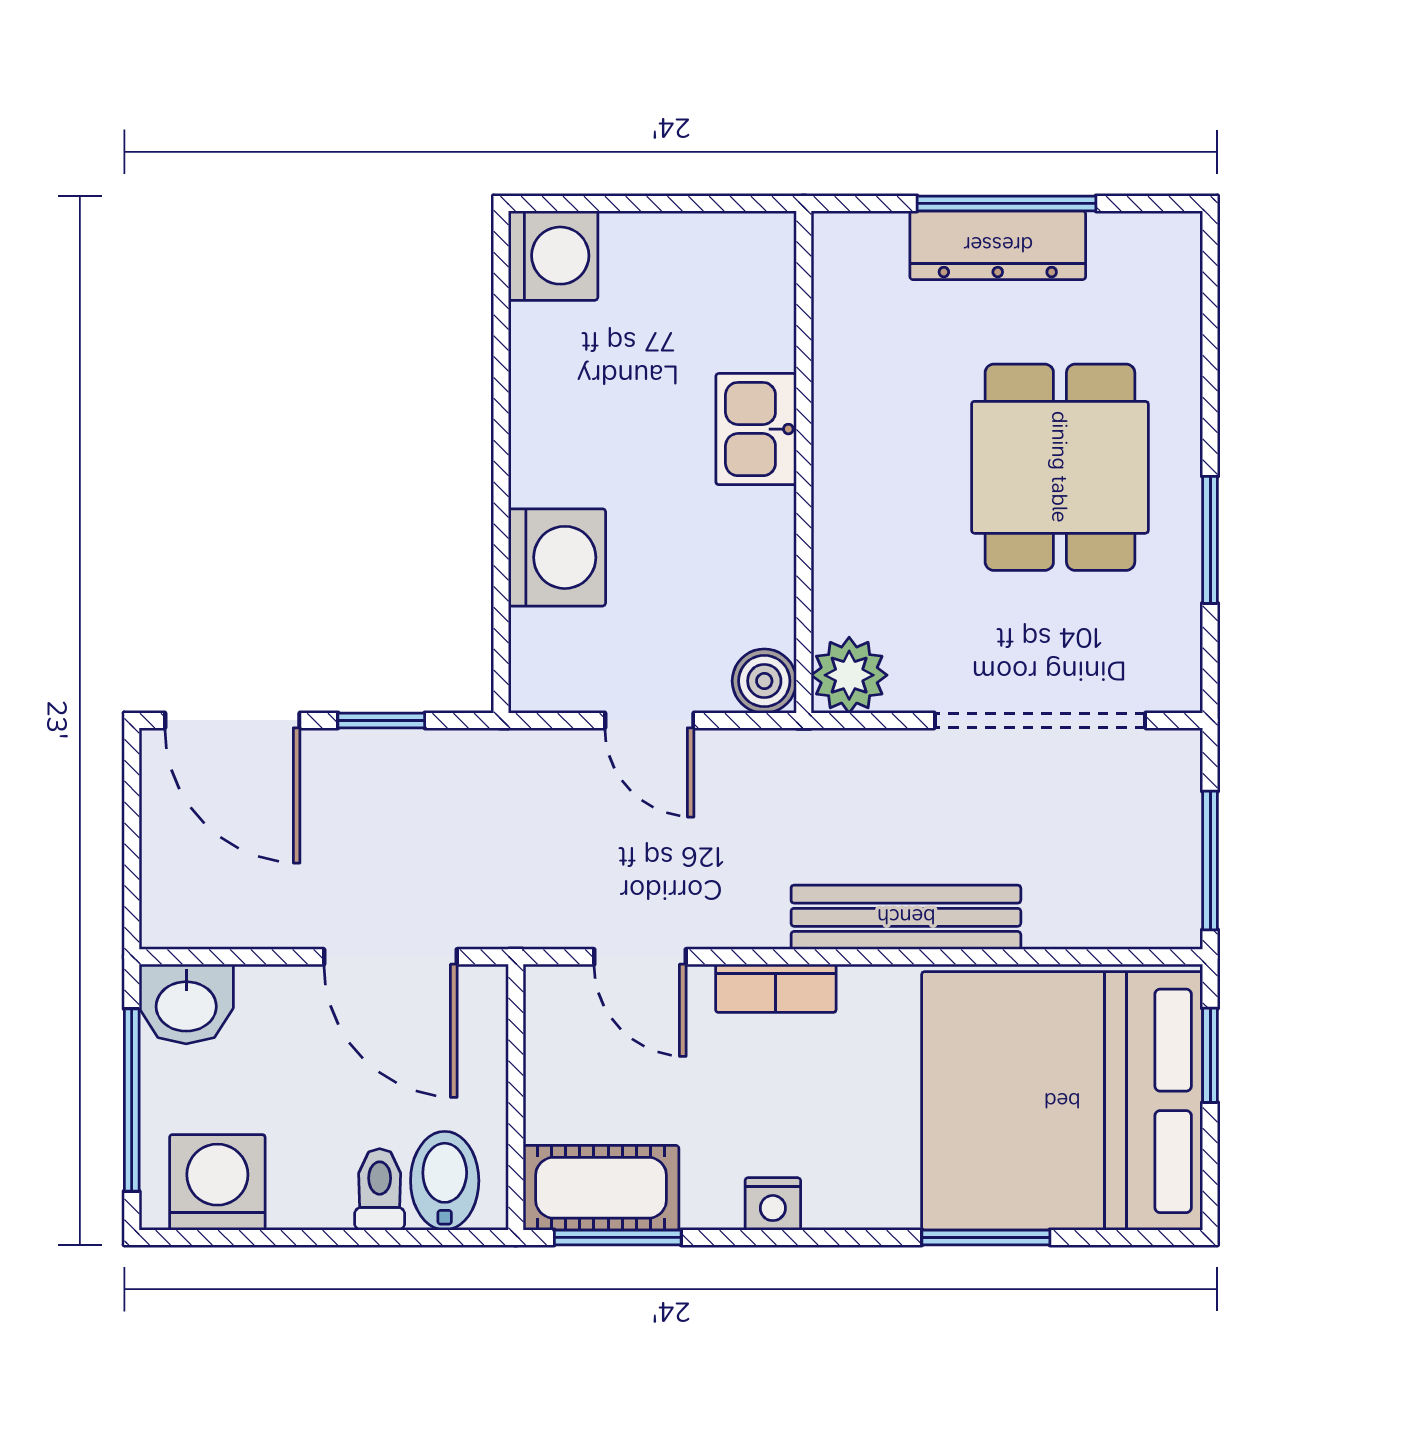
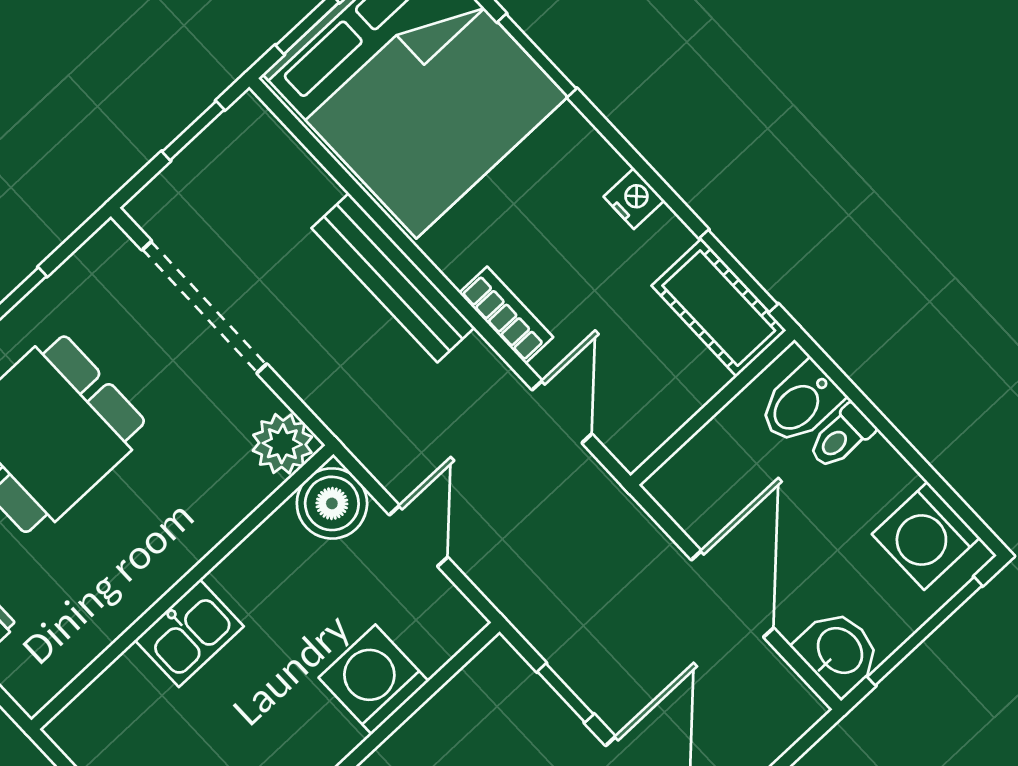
boiler: (764, 681) -> (332, 503), width x1.36, depth x1.36
window: (1210, 860) -> (193, 131), width x0.67
door: (390, 957) -> (732, 594), moved

